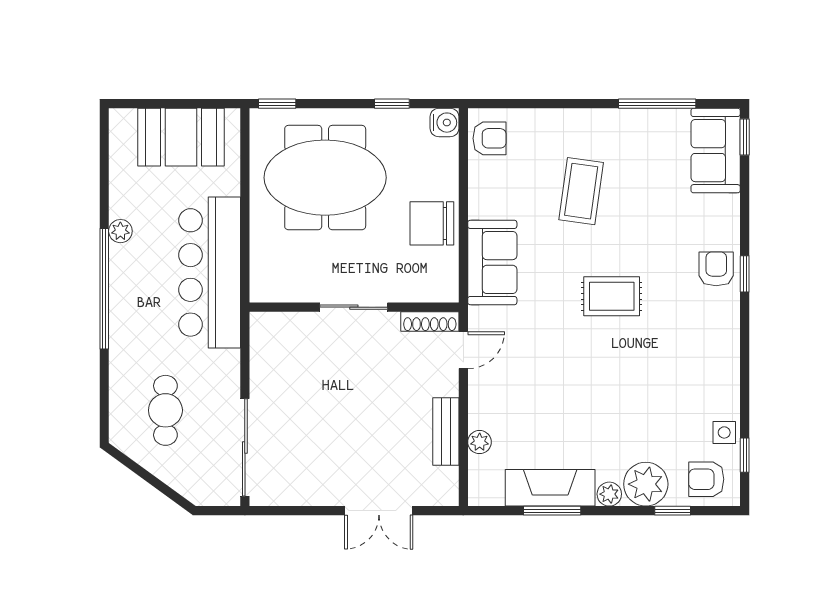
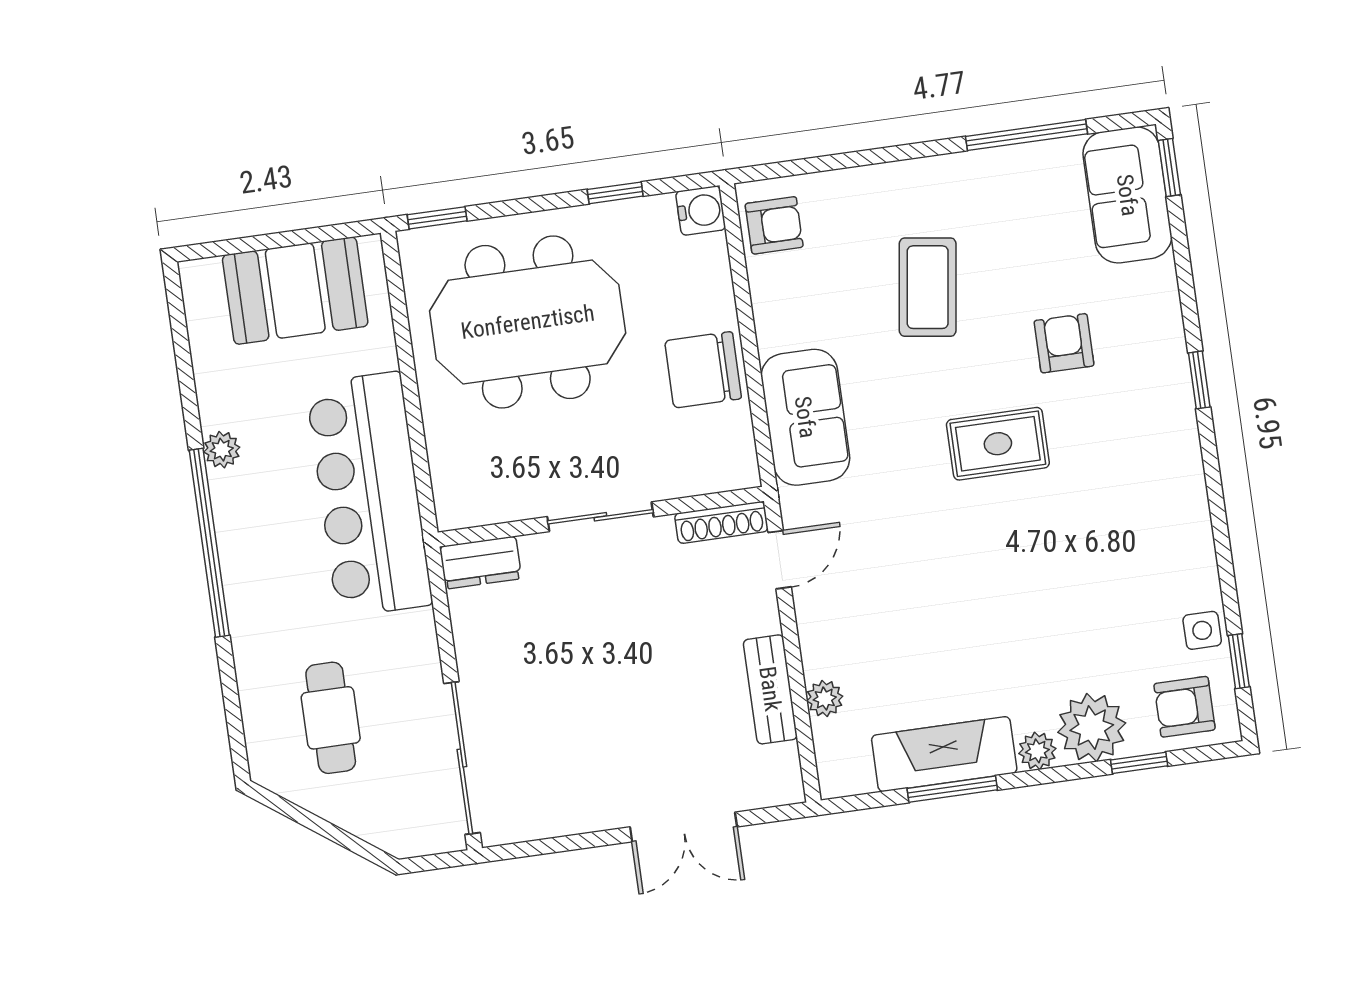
armchair: (716, 269) -> (1064, 343), moved
dresser: (274, 325) -> (481, 563), added

